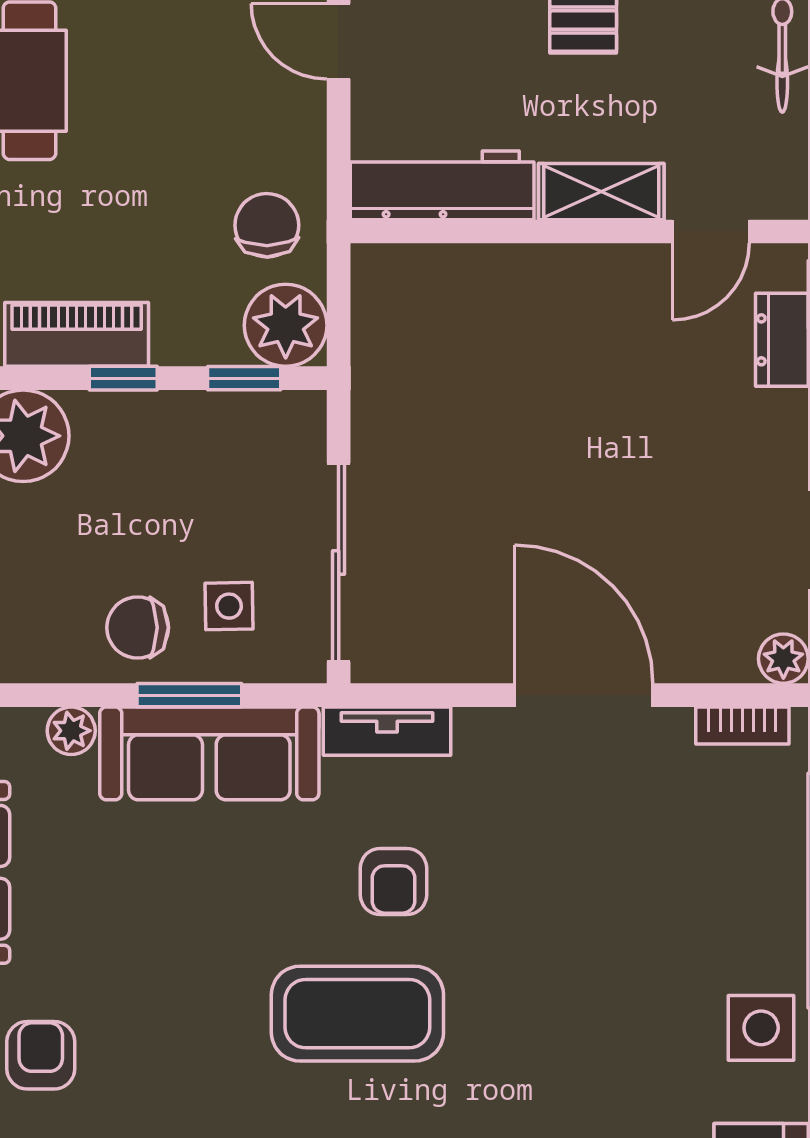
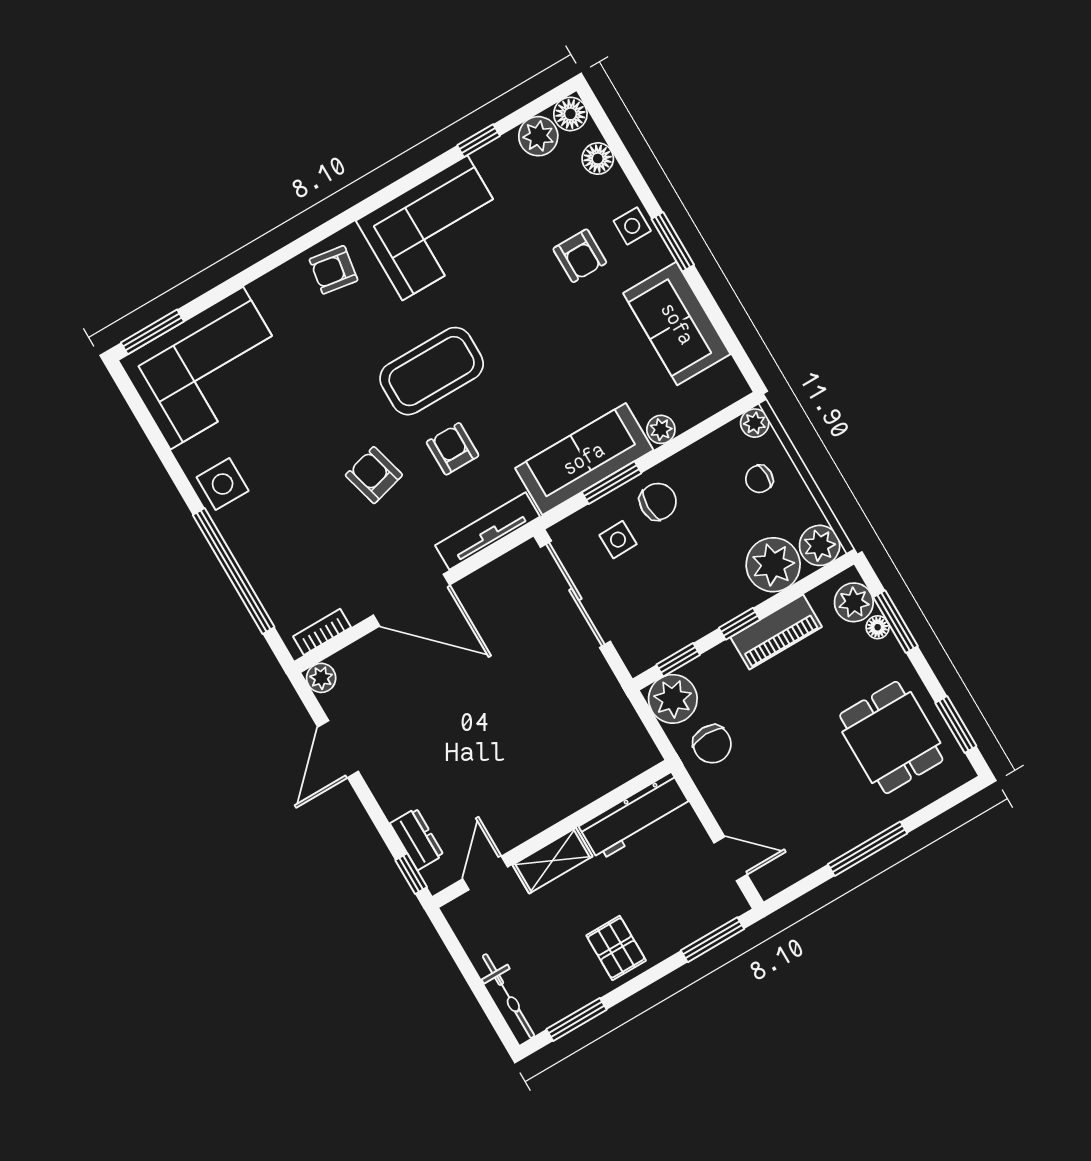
tv unit: (387, 731) -> (487, 531), width x1.41
armchair: (531, 911) -> (374, 475), added

